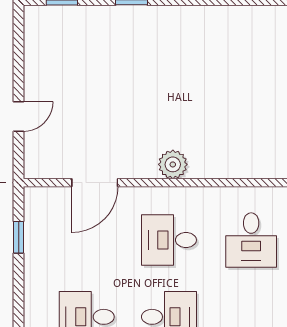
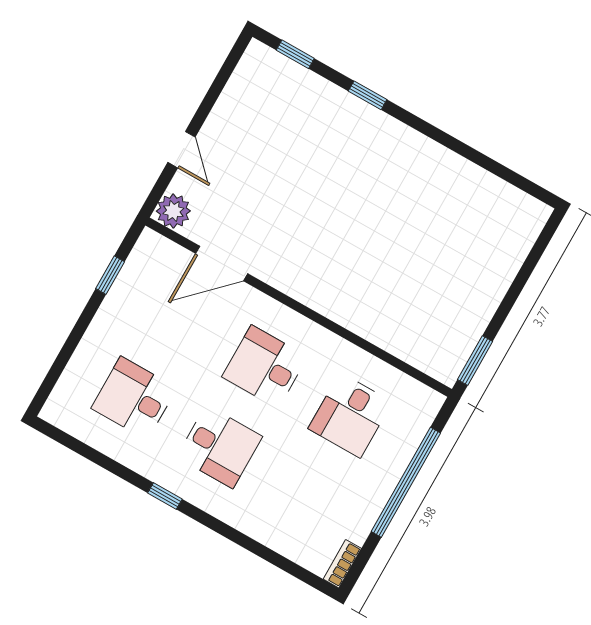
door: (19, 116) -> (181, 150), hinge flipped
plant: (173, 164) -> (173, 211), moved

